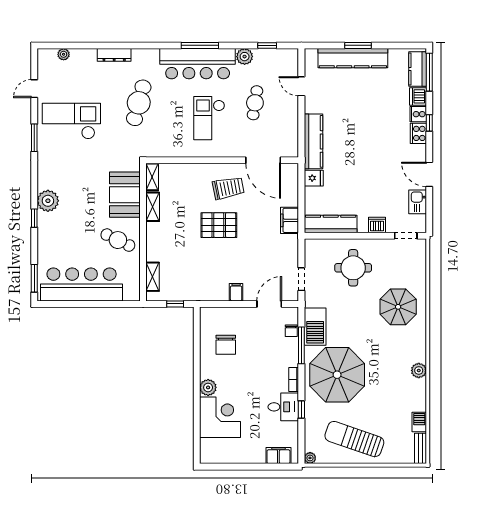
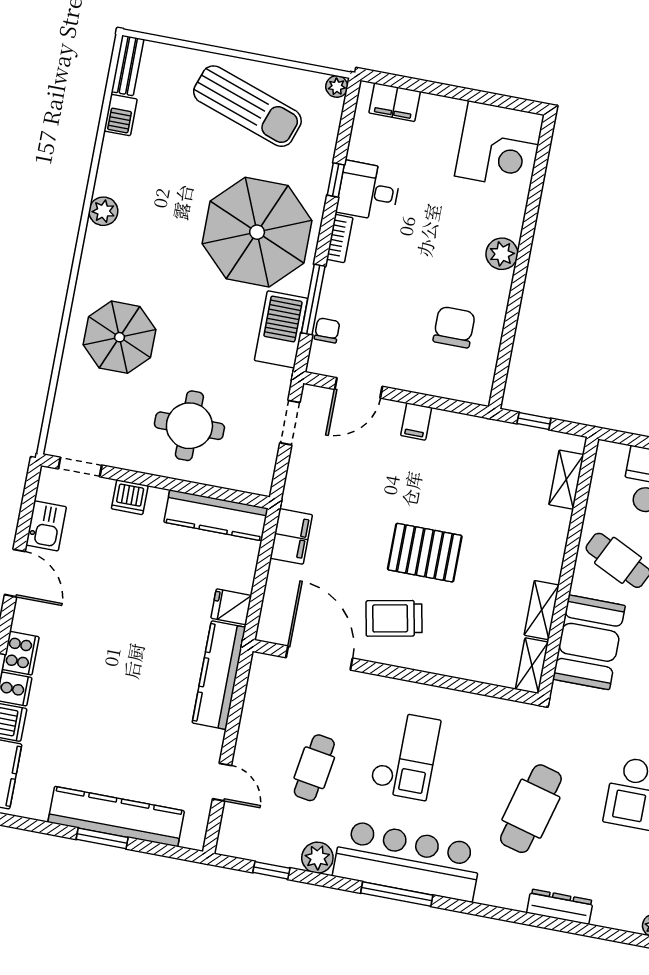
corner desk: (220, 417) -> (499, 145), moved, turned -90

